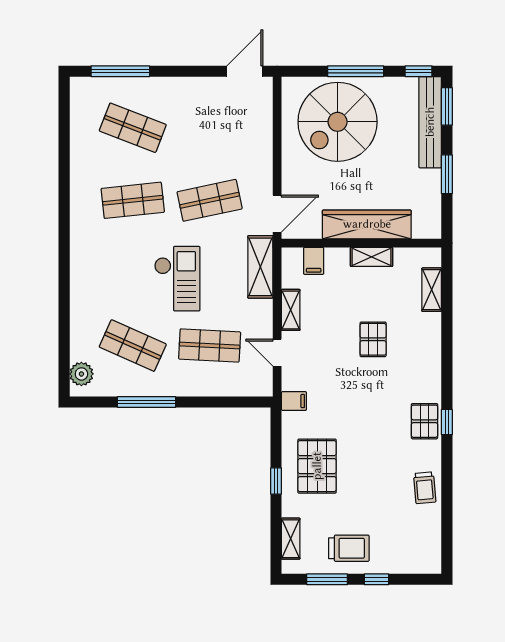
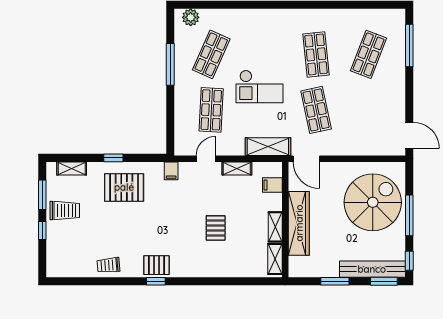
spiral stairs: (338, 122) -> (373, 202), turned 90
shelving: (432, 290) -> (275, 259), moved, turned 90
pallet: (373, 339) -> (216, 228), turned 90
trolley: (349, 548) -> (65, 211), turned -90

